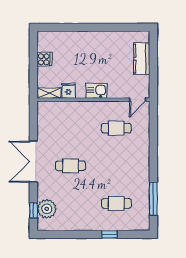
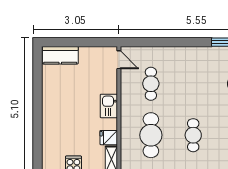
kitchen counter: (142, 59) -> (60, 55), moved
cafe table: (70, 128) -> (151, 135), added

